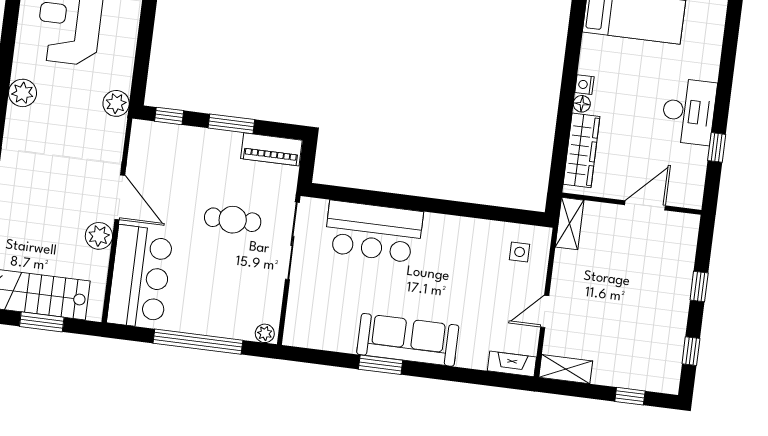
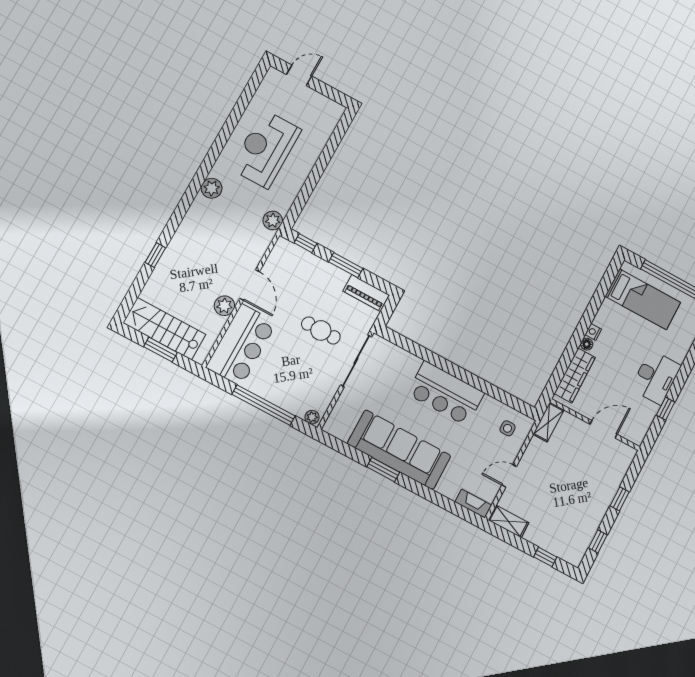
bar counter: (374, 232) -> (446, 393), moved
sofa: (408, 340) -> (399, 450), width x1.36, depth x1.27

